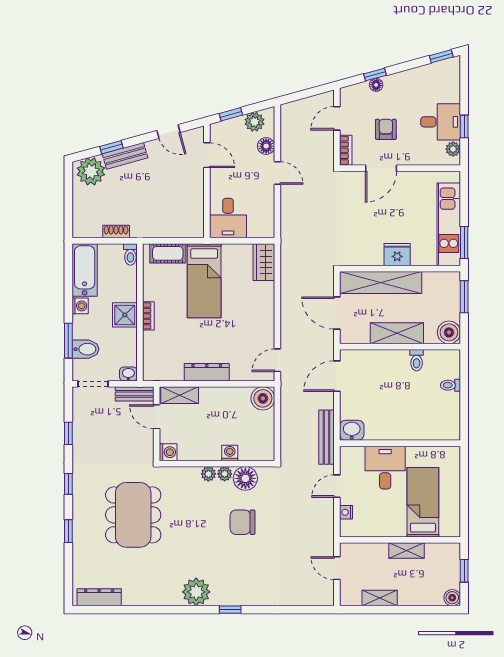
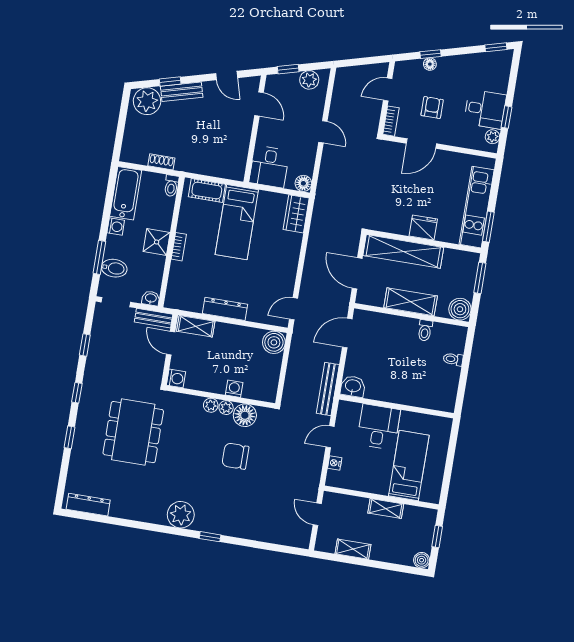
floor lamp: (266, 146) -> (303, 183), moved

